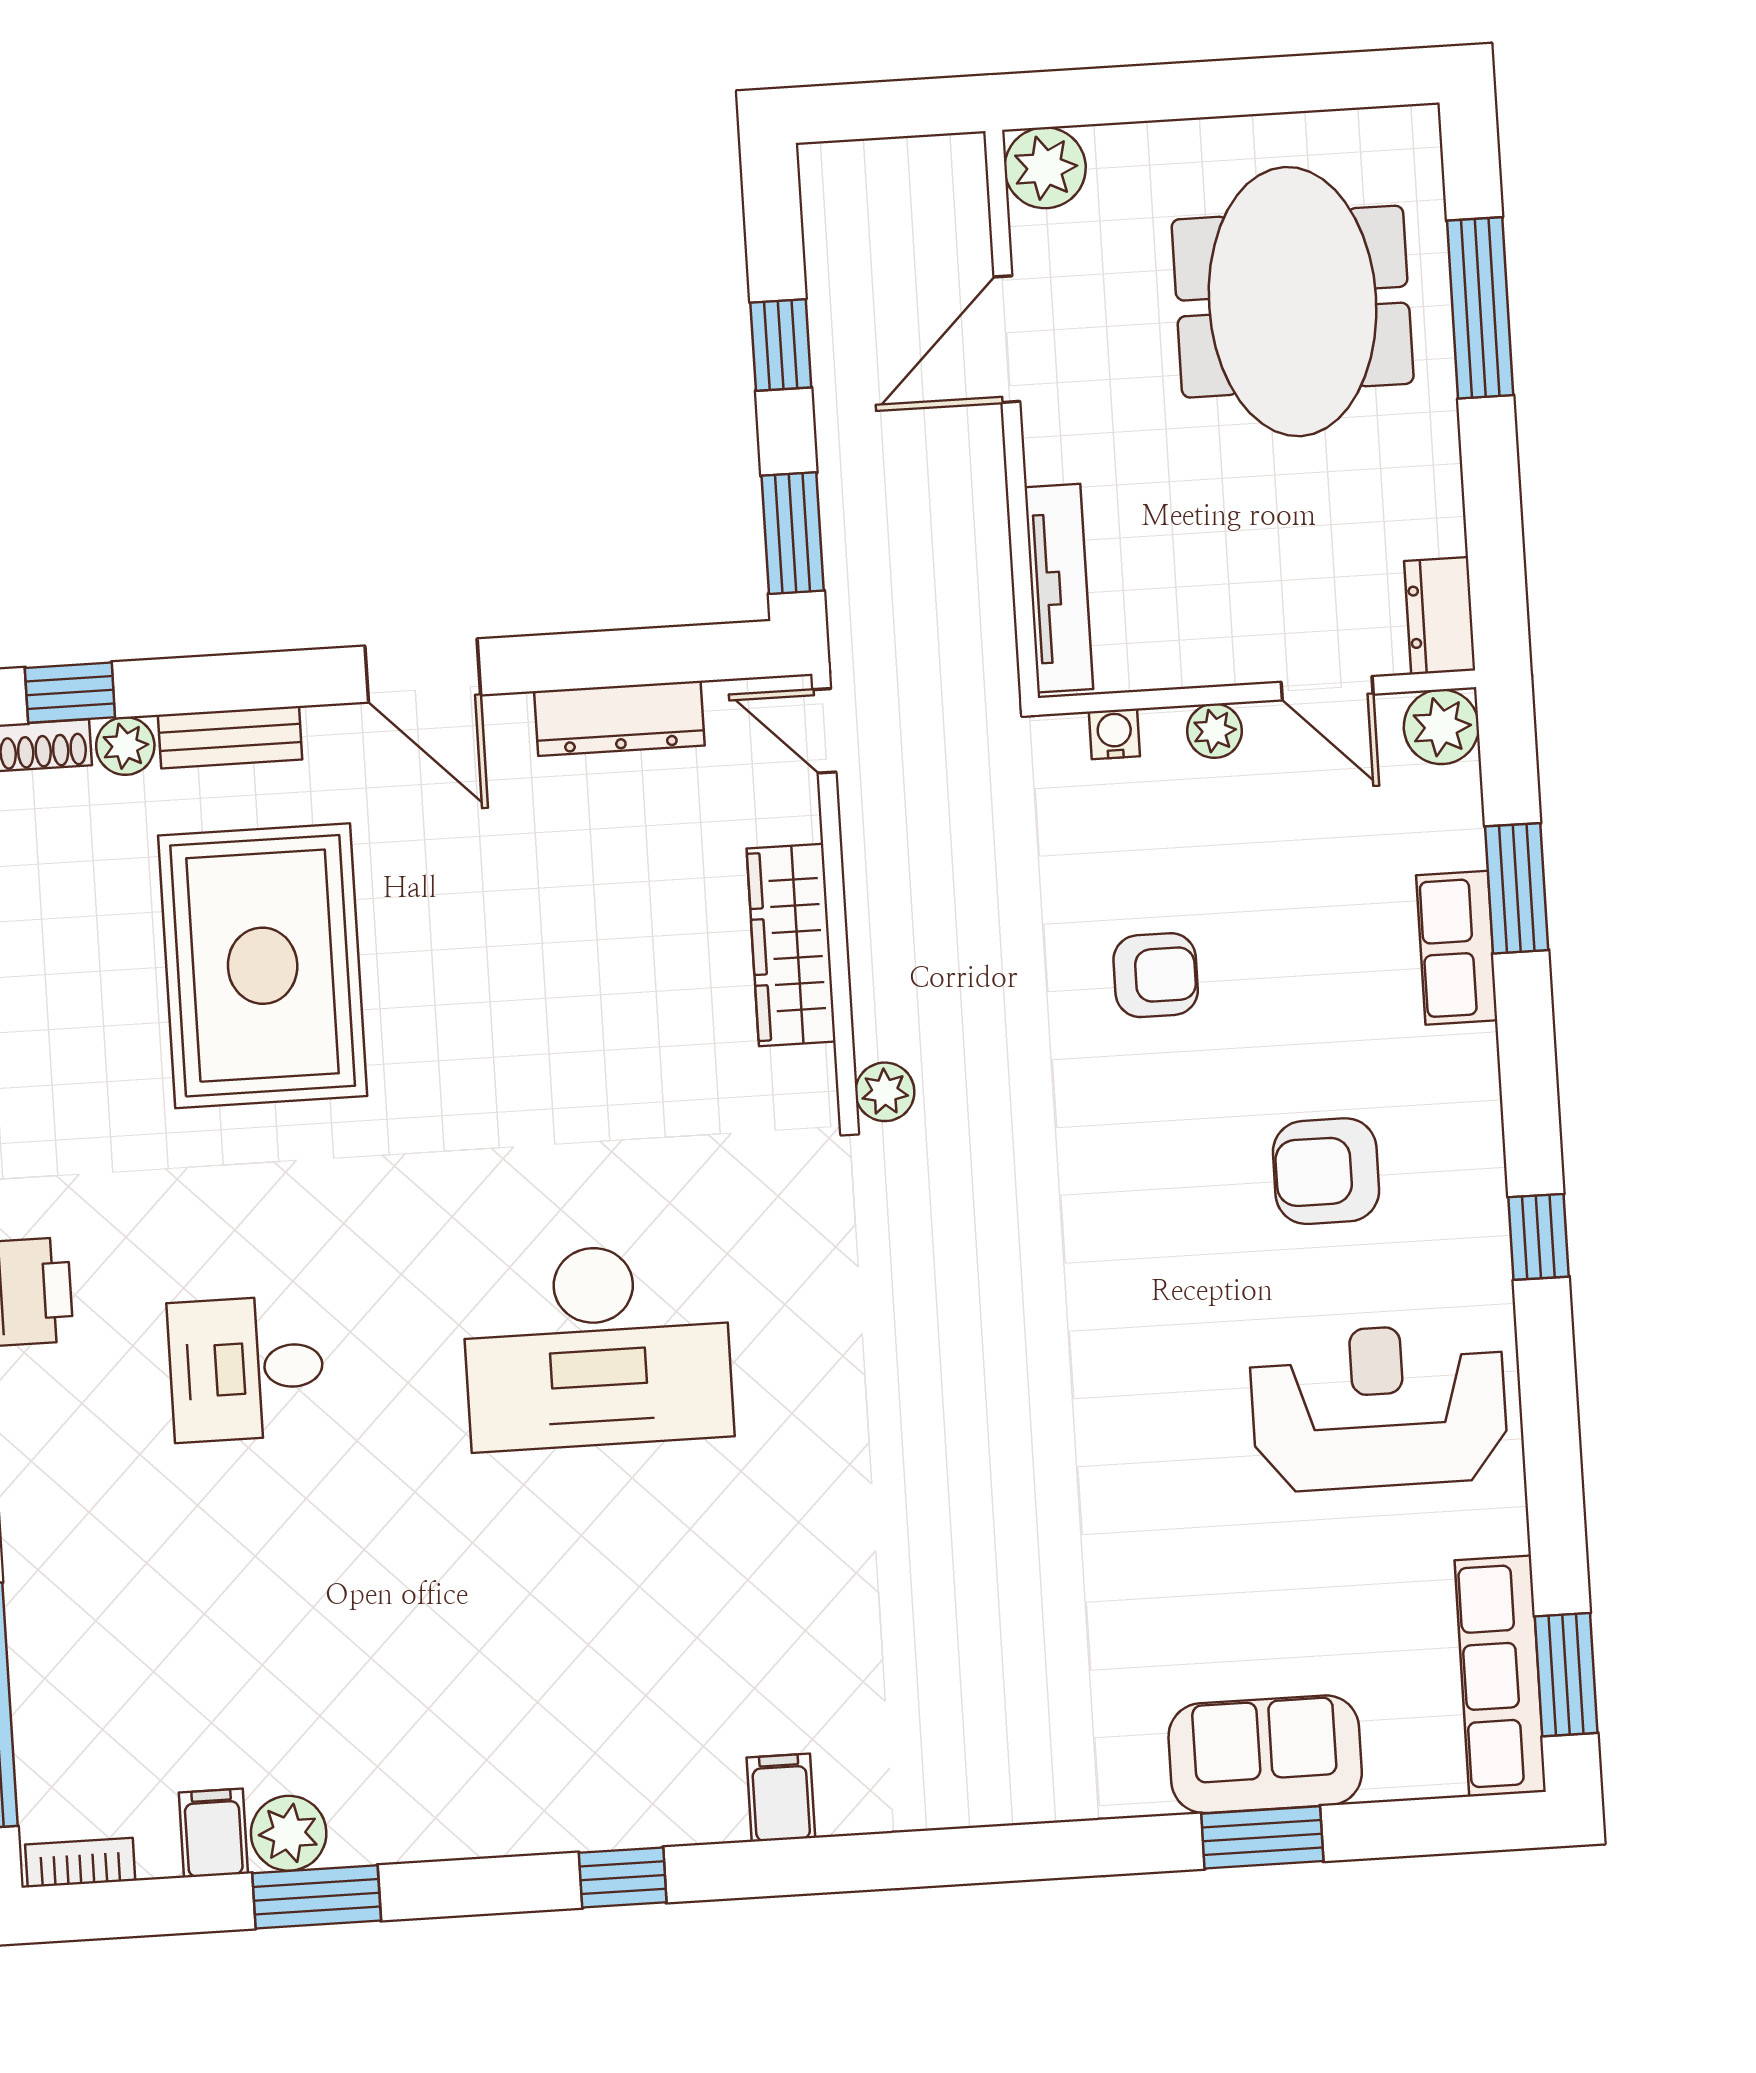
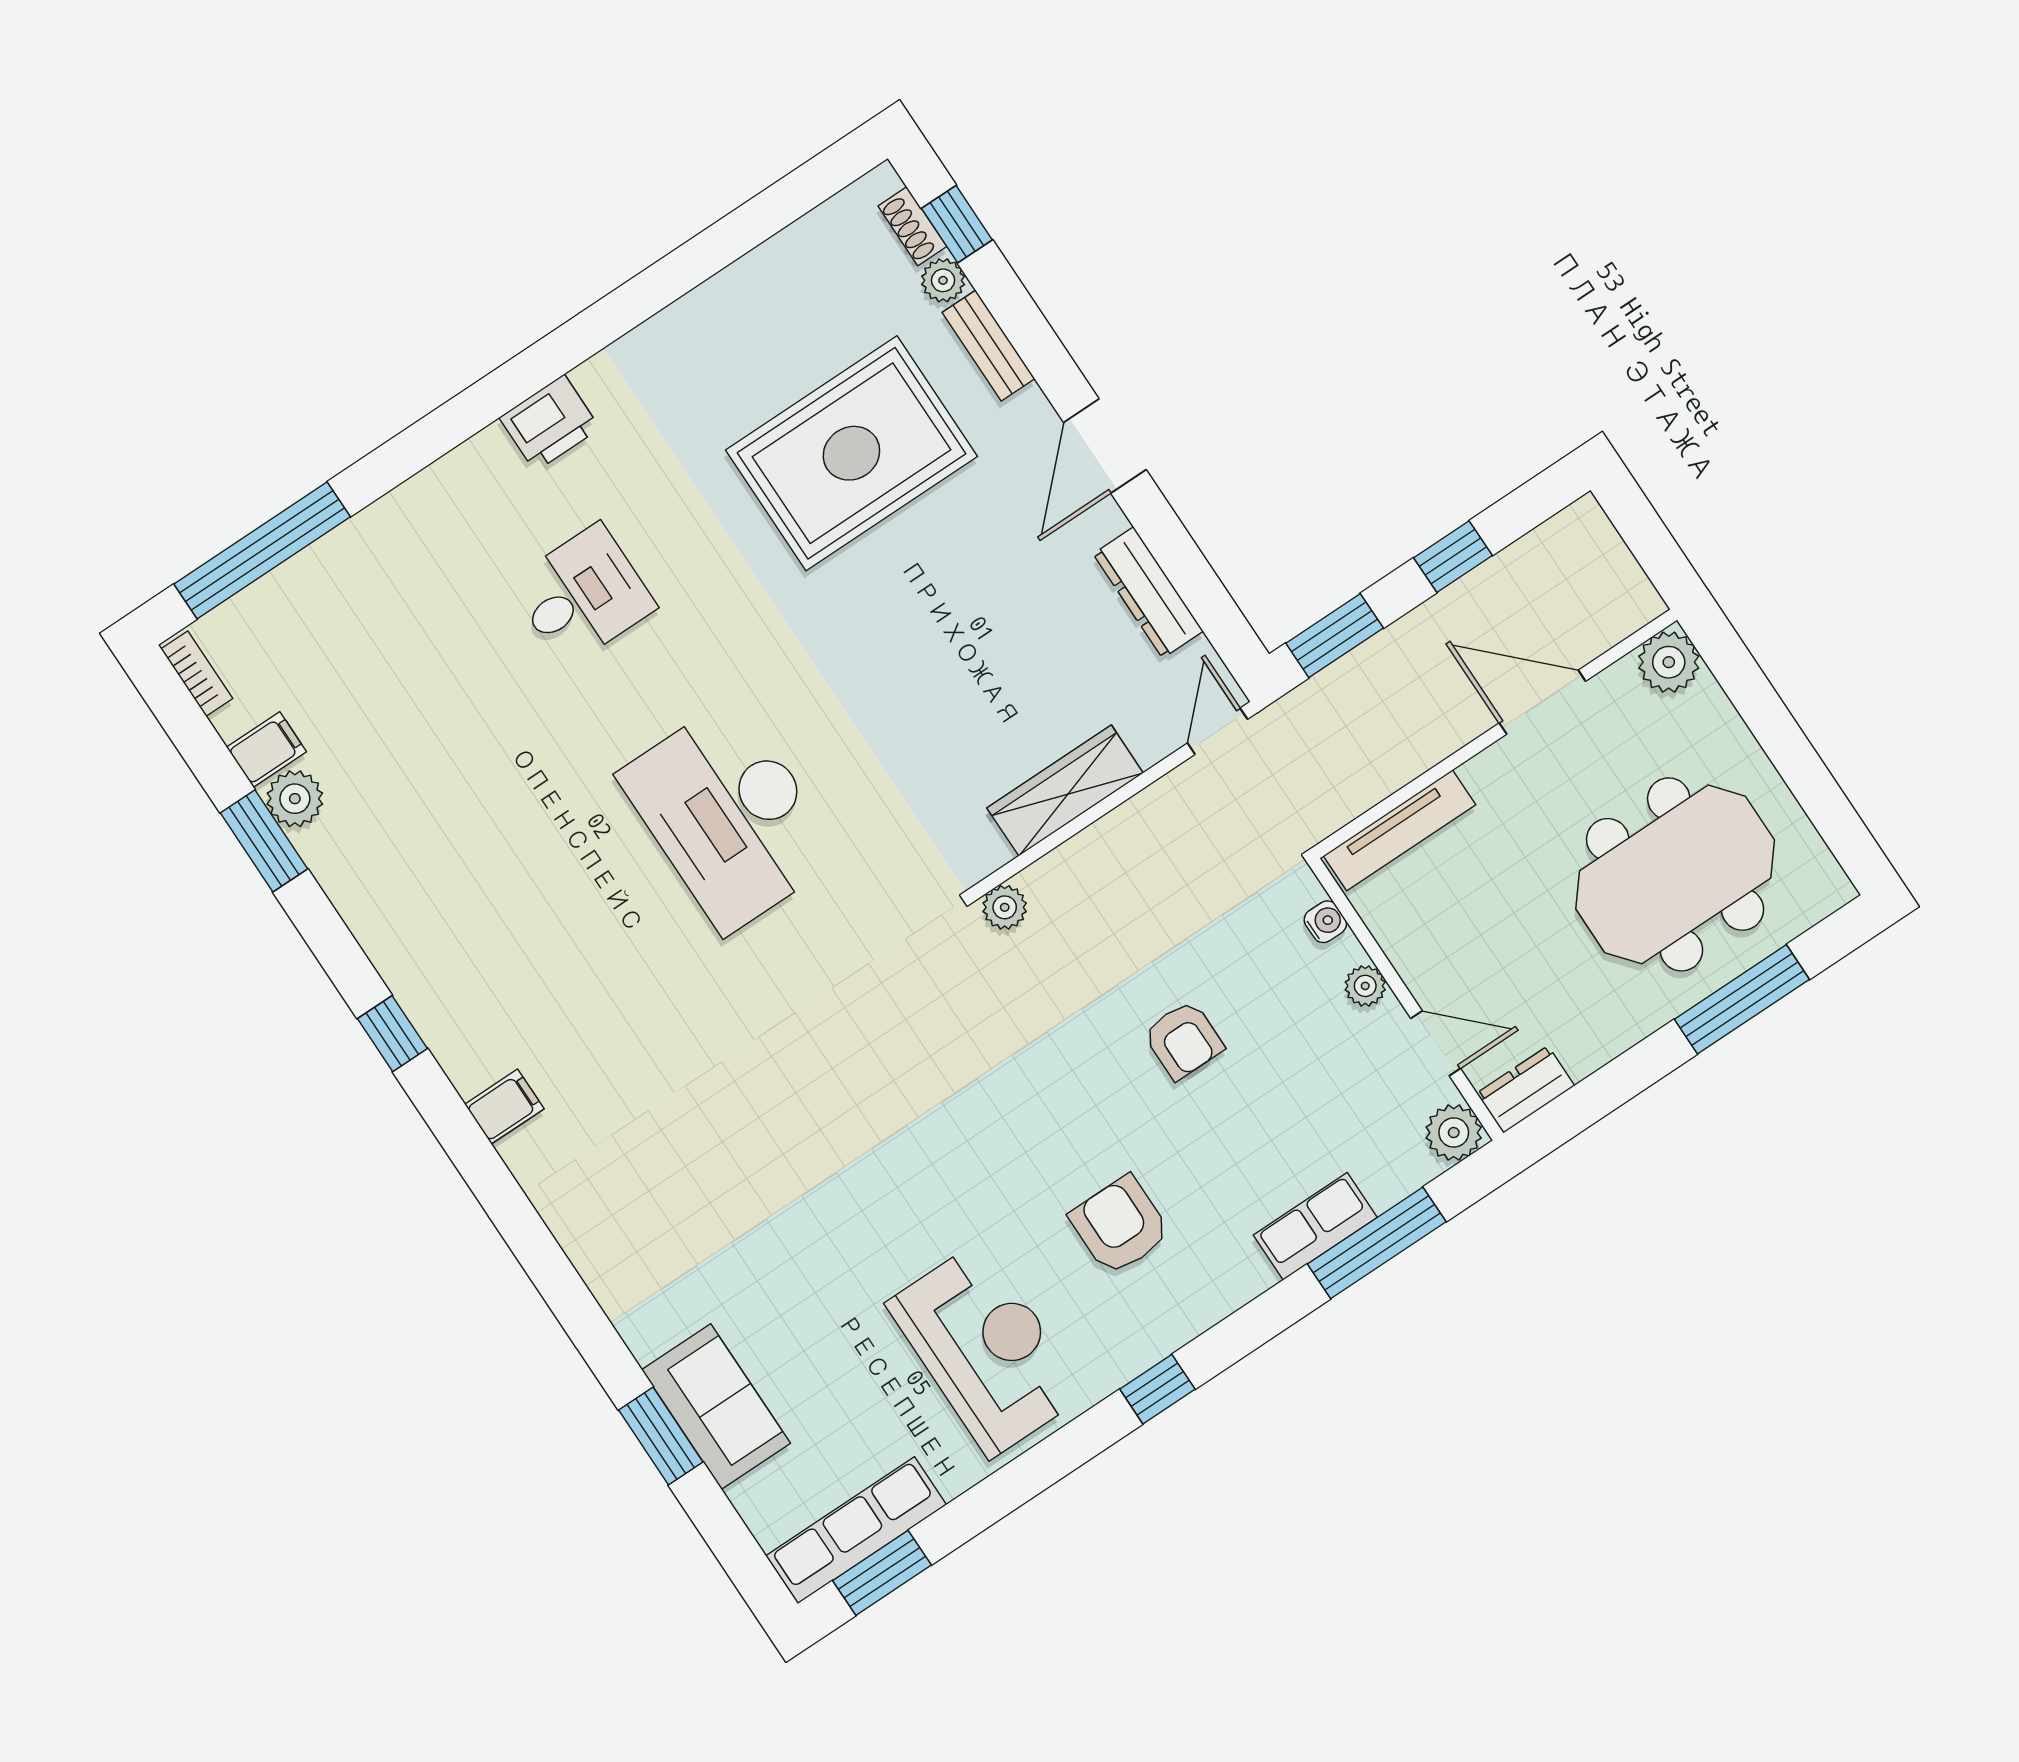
door: (1327, 688) -> (1436, 1043), swing flipped
window: (1517, 888) -> (1377, 1243), width x1.44
desk: (246, 1368) -> (582, 595), turned 90

